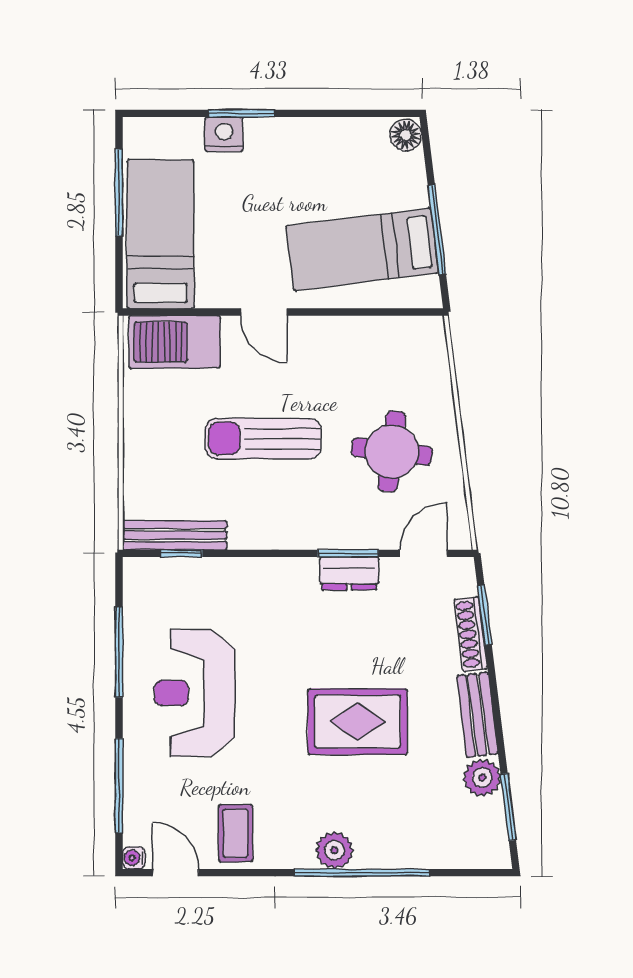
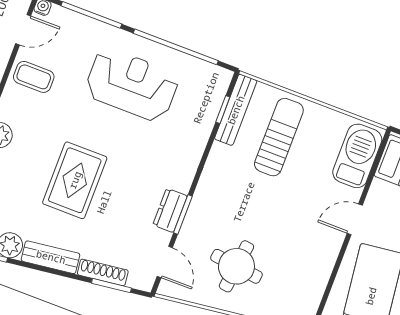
sun lounger: (263, 439) -> (279, 137), moved
window: (119, 652) -> (176, 47), width x1.46

